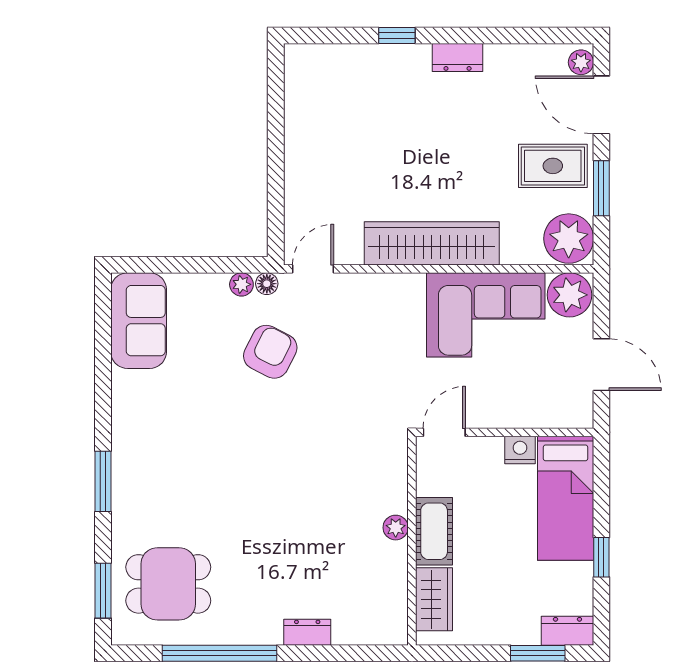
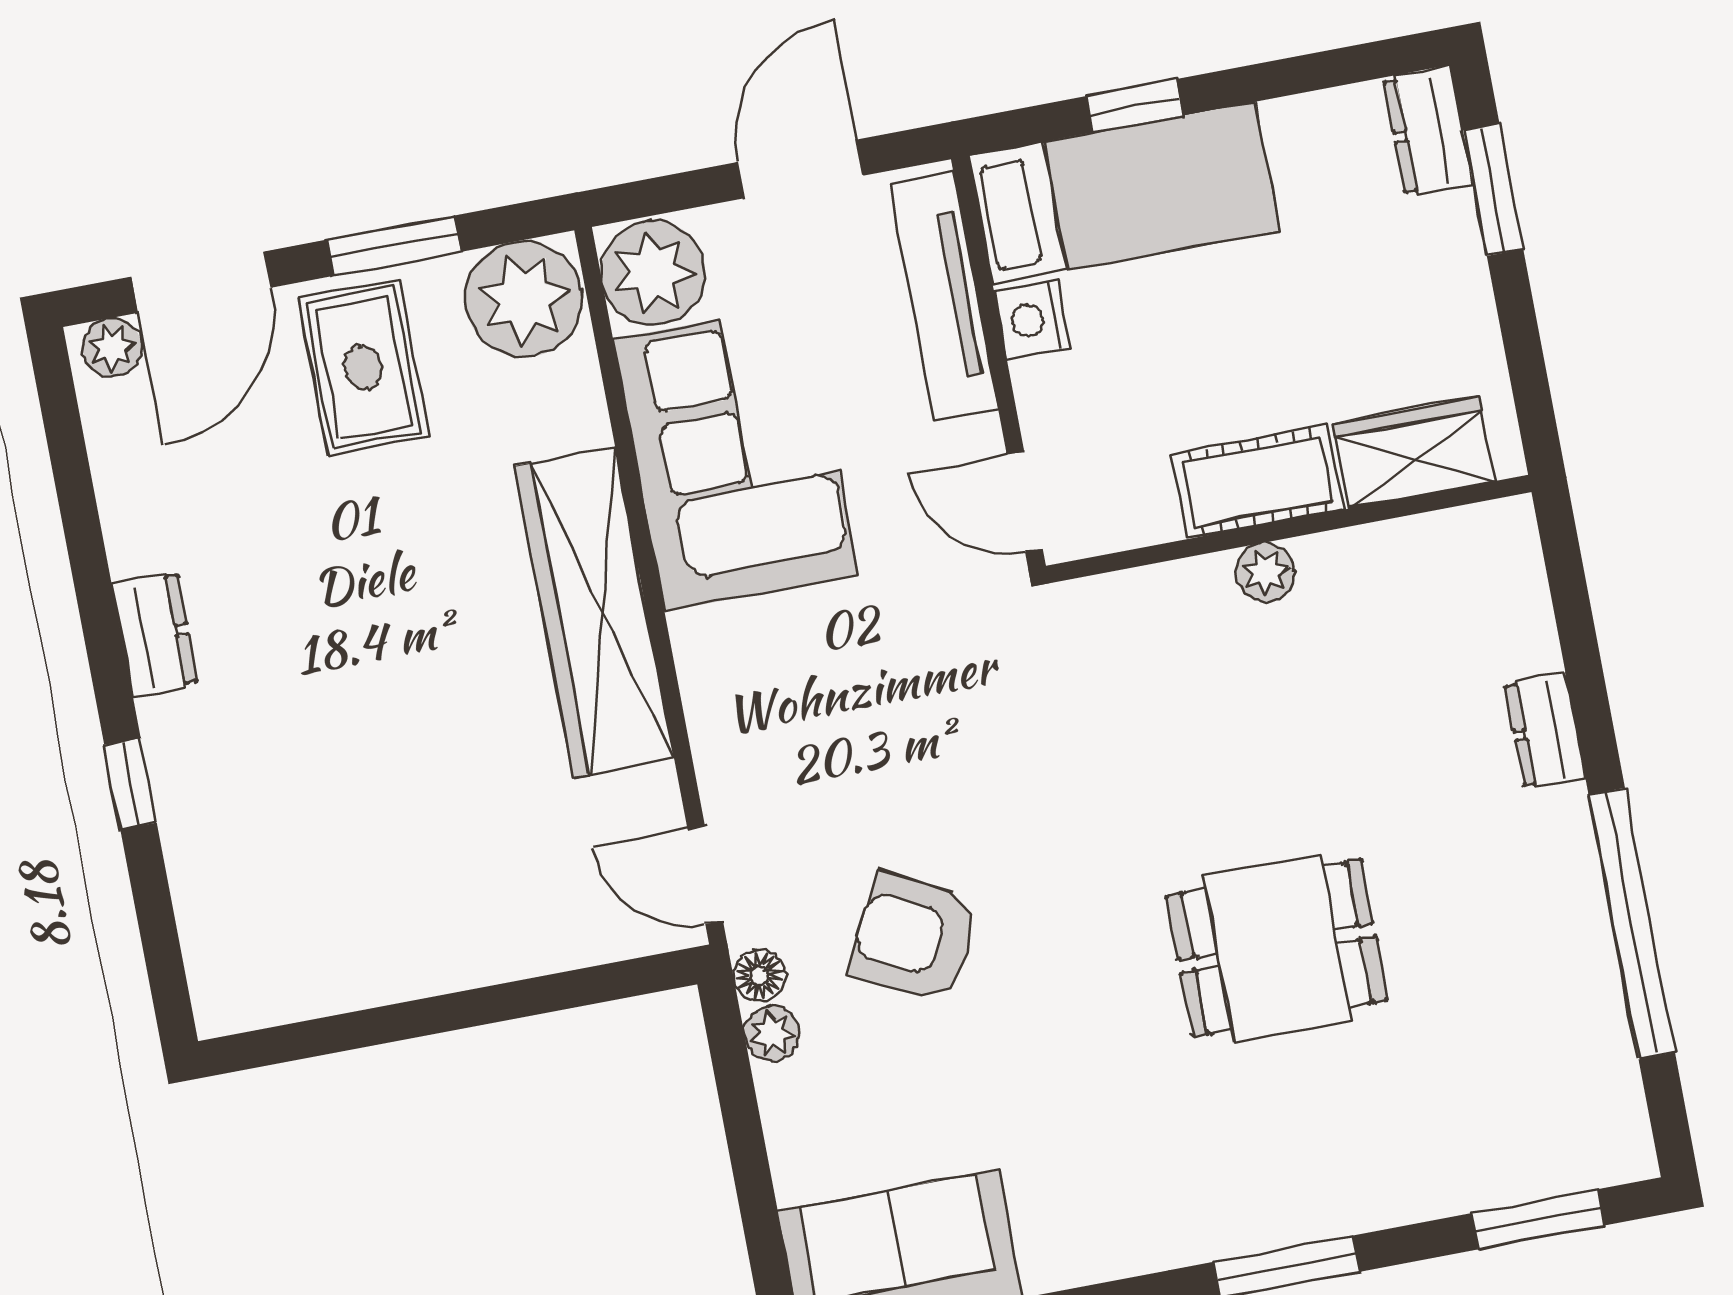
tv unit: (536, 415) -> (944, 297), added
window: (601, 557) -> (1134, 106), moved
dining table: (168, 584) -> (1277, 948), moved, turned 90

